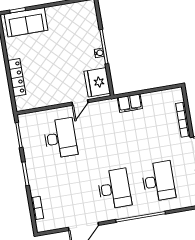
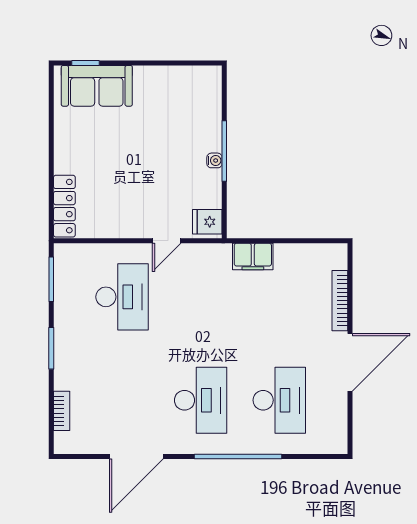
locker: (17, 77) -> (64, 206), moved
fridge: (97, 82) -> (207, 222), width x0.53, depth x0.75

